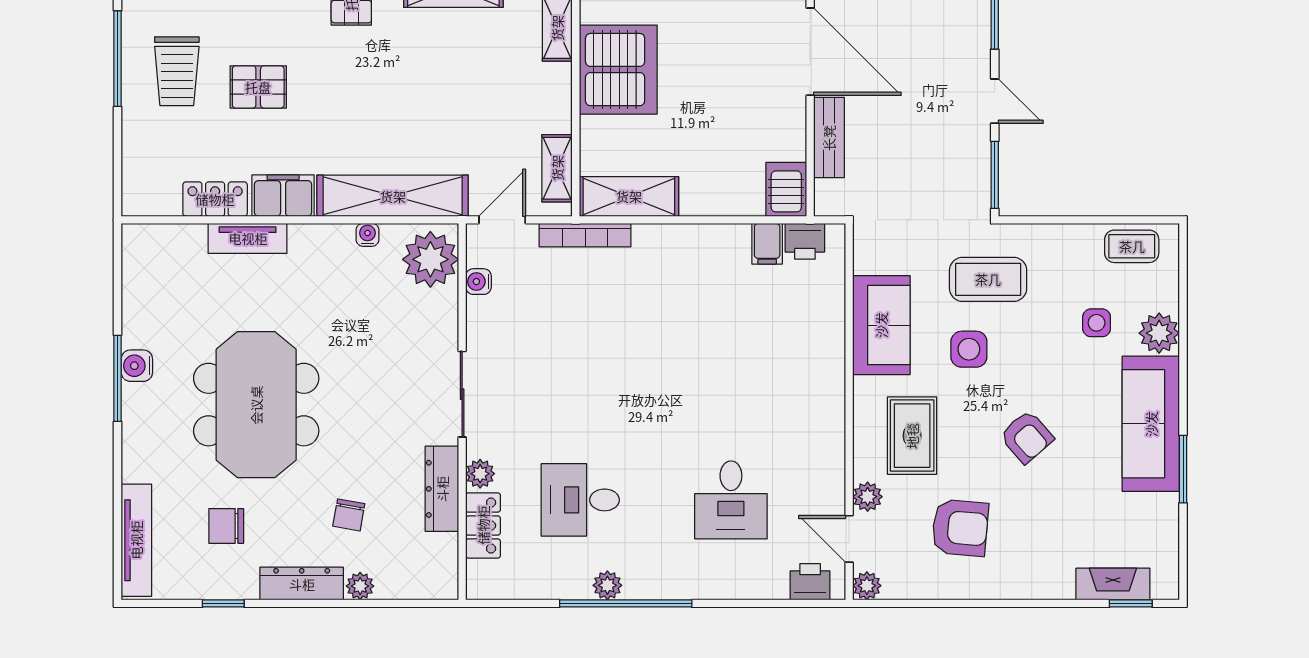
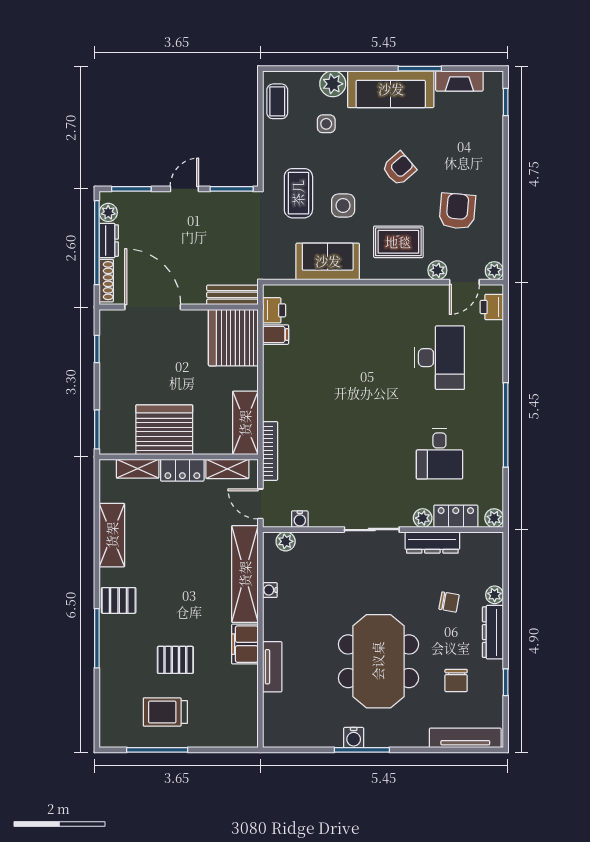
door: (810, 52) -> (153, 307), hinge flipped
trolley: (177, 71) -> (165, 712), turned 180
pallet: (258, 87) -> (175, 660), turned 90
bench: (829, 138) -> (232, 295), moved
server rack: (786, 189) -> (233, 338), width x2.18, depth x1.44
locker: (215, 199) -> (182, 470), moved, turned -90
plant: (430, 259) -> (286, 541), width x0.53, depth x0.53
meeting table: (256, 405) -> (378, 661), turned 90
desk: (731, 500) -> (439, 358), width x1.37
fireplace: (1113, 584) -> (459, 81), moved, turned -90
plant: (607, 585) -> (494, 518), moved

